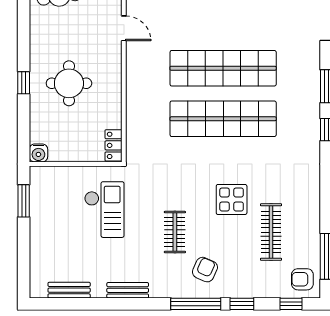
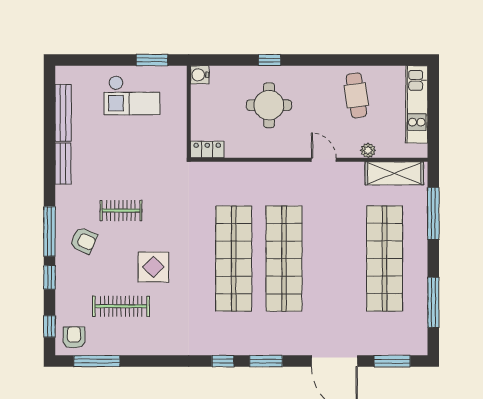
door: (124, 28) -> (324, 160), swing flipped
checkout: (104, 210) -> (132, 95), moved
bench: (69, 290) -> (63, 113), width x1.36

